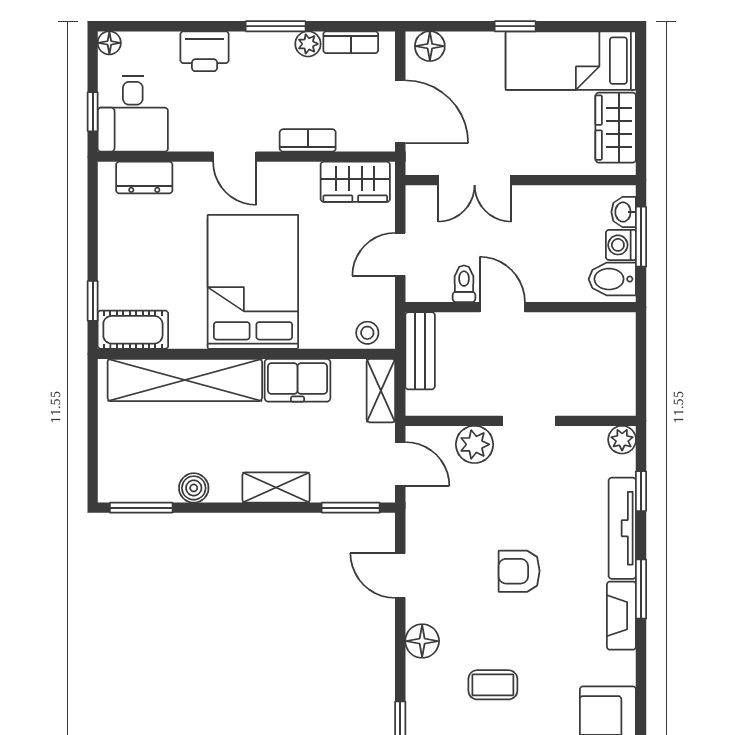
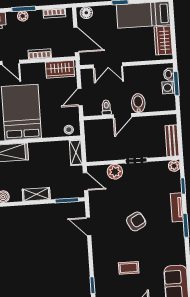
plant: (308, 44) -> (23, 16), moved
bidet: (612, 279) -> (138, 103), moved, turned 90
door: (502, 307) -> (122, 116), swing flipped
bench: (420, 351) -> (172, 141), moved
freezer: (298, 380) -> (42, 151), removed
tv unit: (622, 528) -> (177, 207), width x0.71
armchair: (519, 571) -> (136, 221), turned 152
fireplace: (621, 616) -> (179, 237), removed
floor lamp: (422, 641) -> (99, 252), removed

